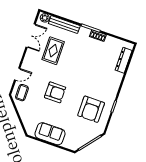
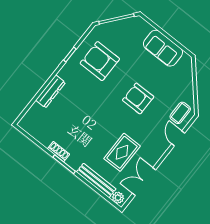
dresser: (124, 60) -> (51, 91), moved
door: (17, 74) -> (178, 138), hinge flipped
armchair: (91, 109) -> (100, 61), turned -90

